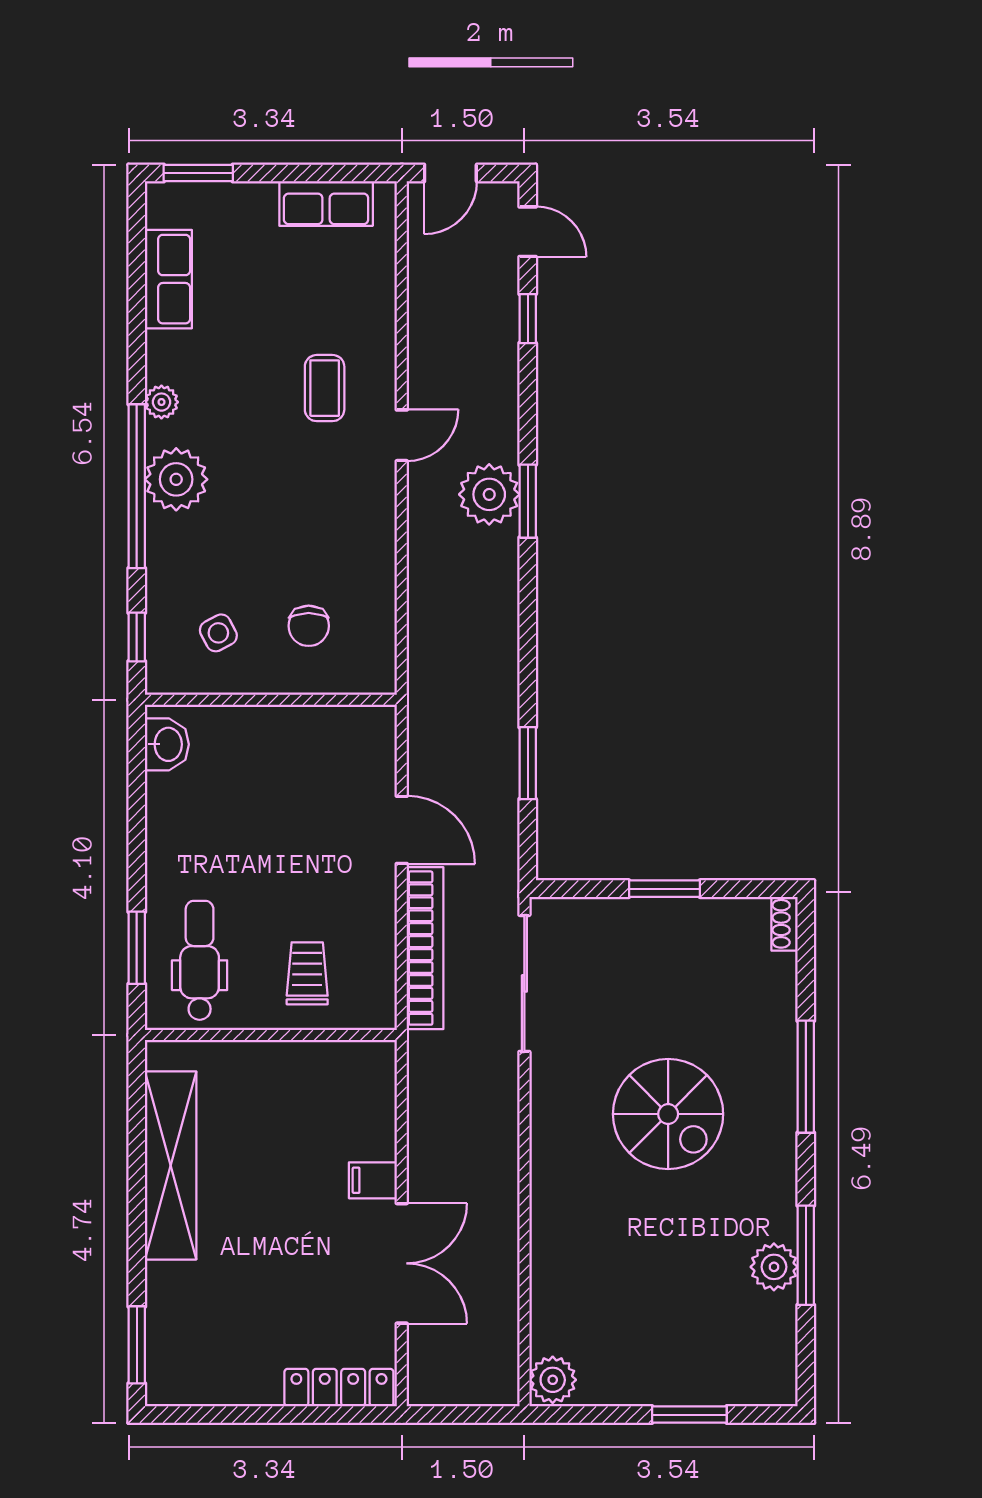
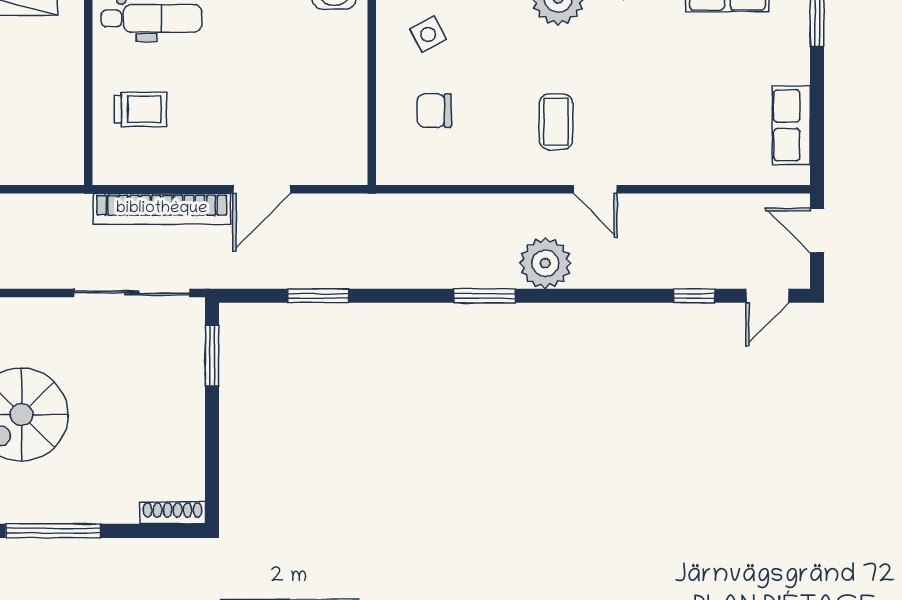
coffee table: (325, 388) -> (556, 122), moved, turned 90
window: (528, 501) -> (485, 296), moved
window: (664, 889) -> (212, 356), moved
shoe rack: (784, 924) -> (173, 513), width x1.43

